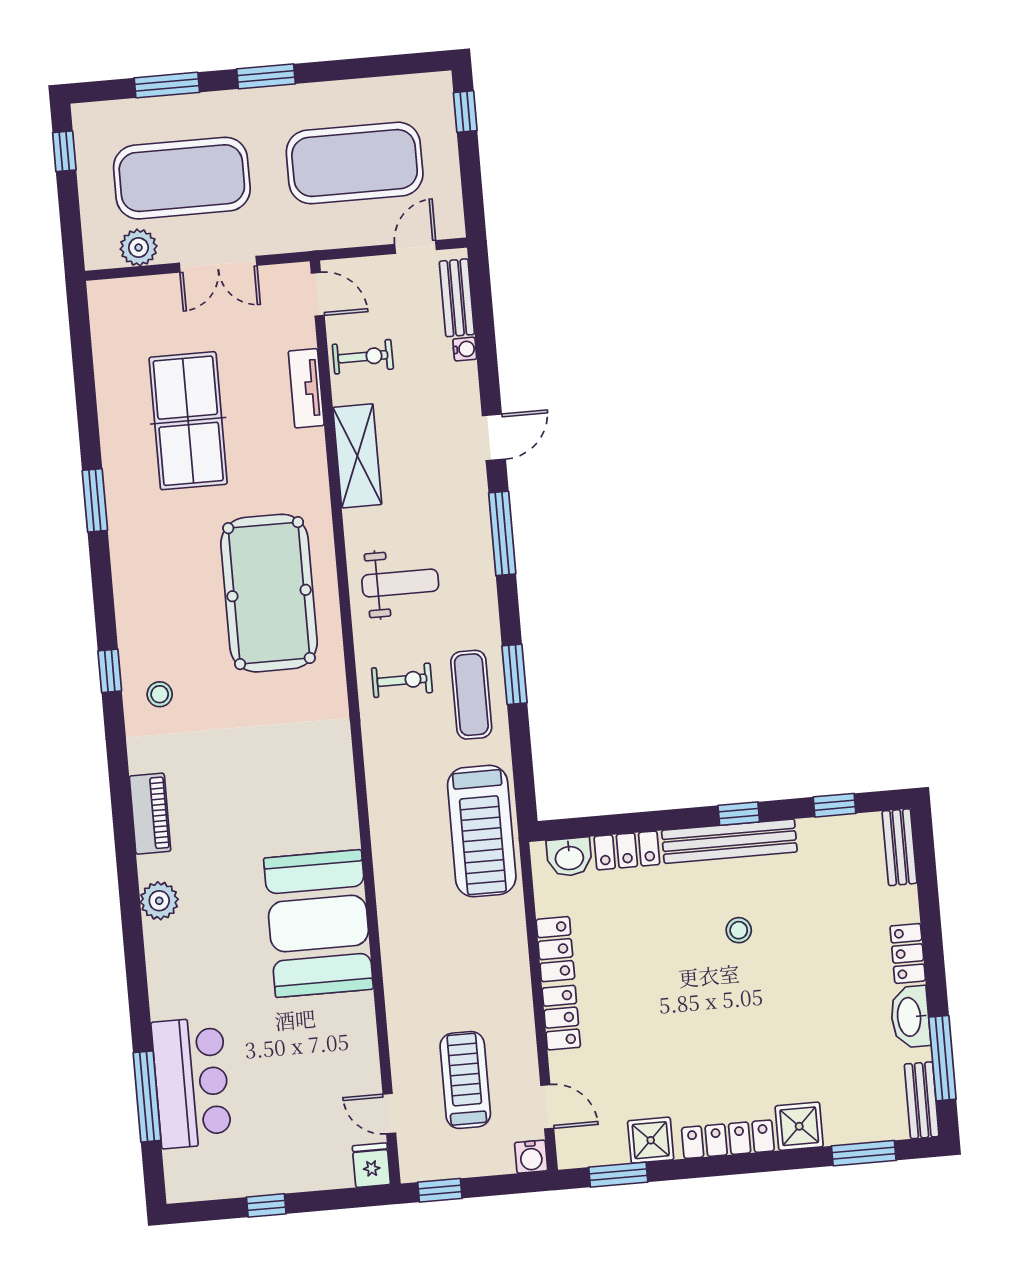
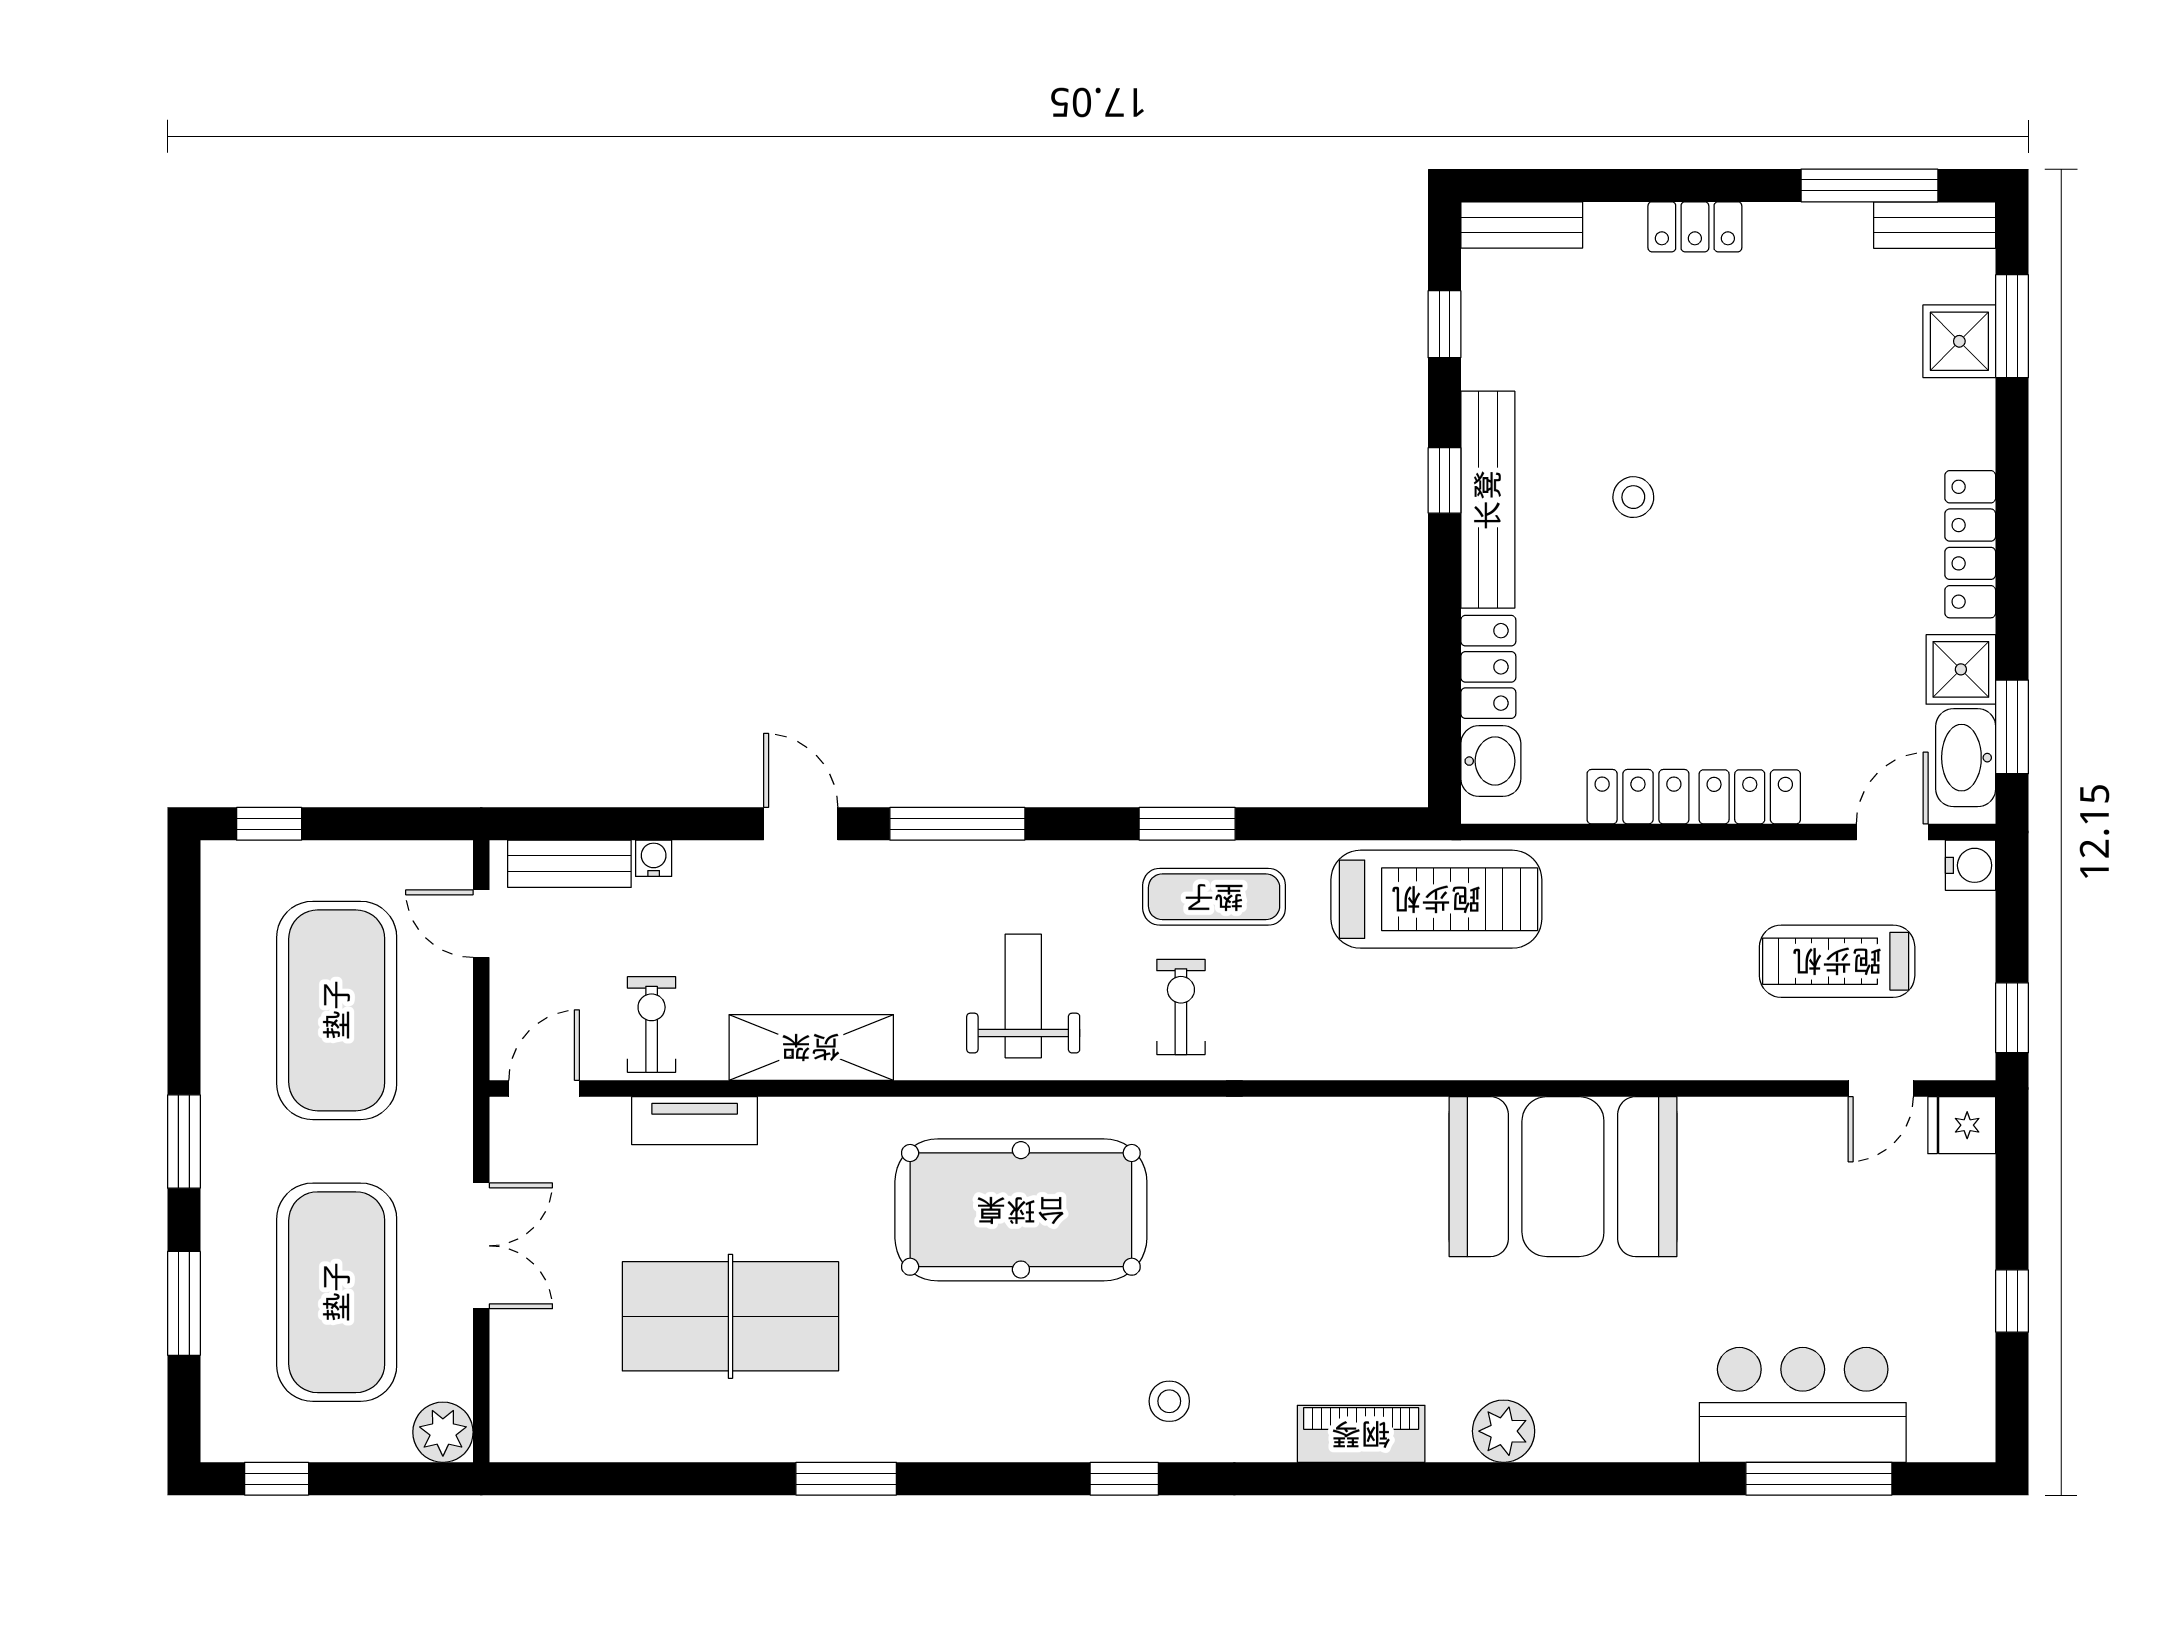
plant: (139, 248) -> (443, 1432), moved
washbasin: (910, 1017) -> (1966, 758), moved, turned 90
shower: (799, 1126) -> (1959, 341), moved

